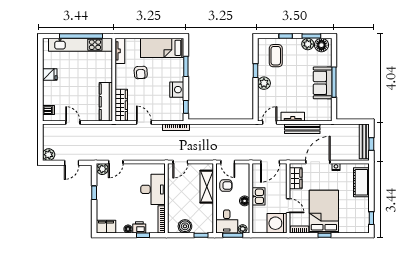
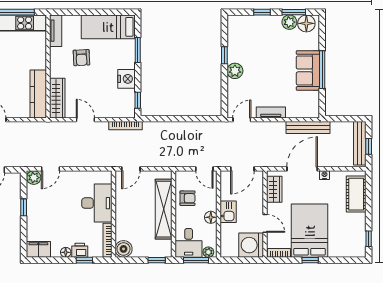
coffee table: (276, 56) -> (250, 37), removed
bench: (302, 129) -> (308, 127), moved
door: (228, 162) -> (204, 169), moved
shelving: (207, 187) -> (164, 209), width x1.47
boiler: (185, 226) -> (124, 249), moved

